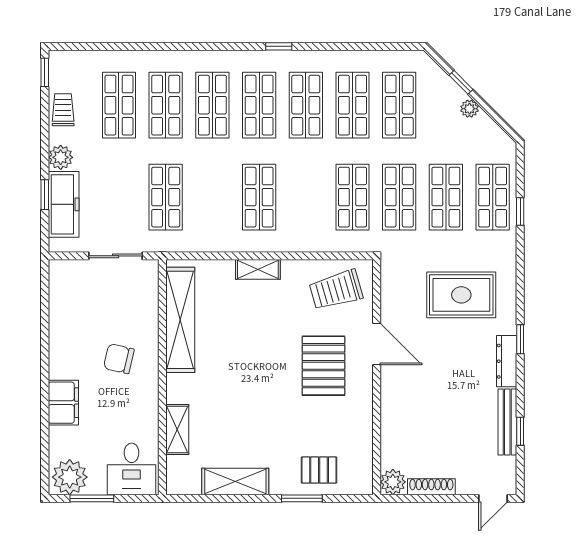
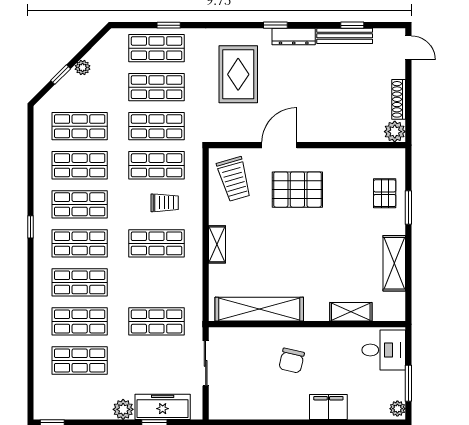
trolley: (63, 110) -> (165, 203), moved, turned 180
plant: (70, 477) -> (397, 409), width x0.53, depth x0.53

